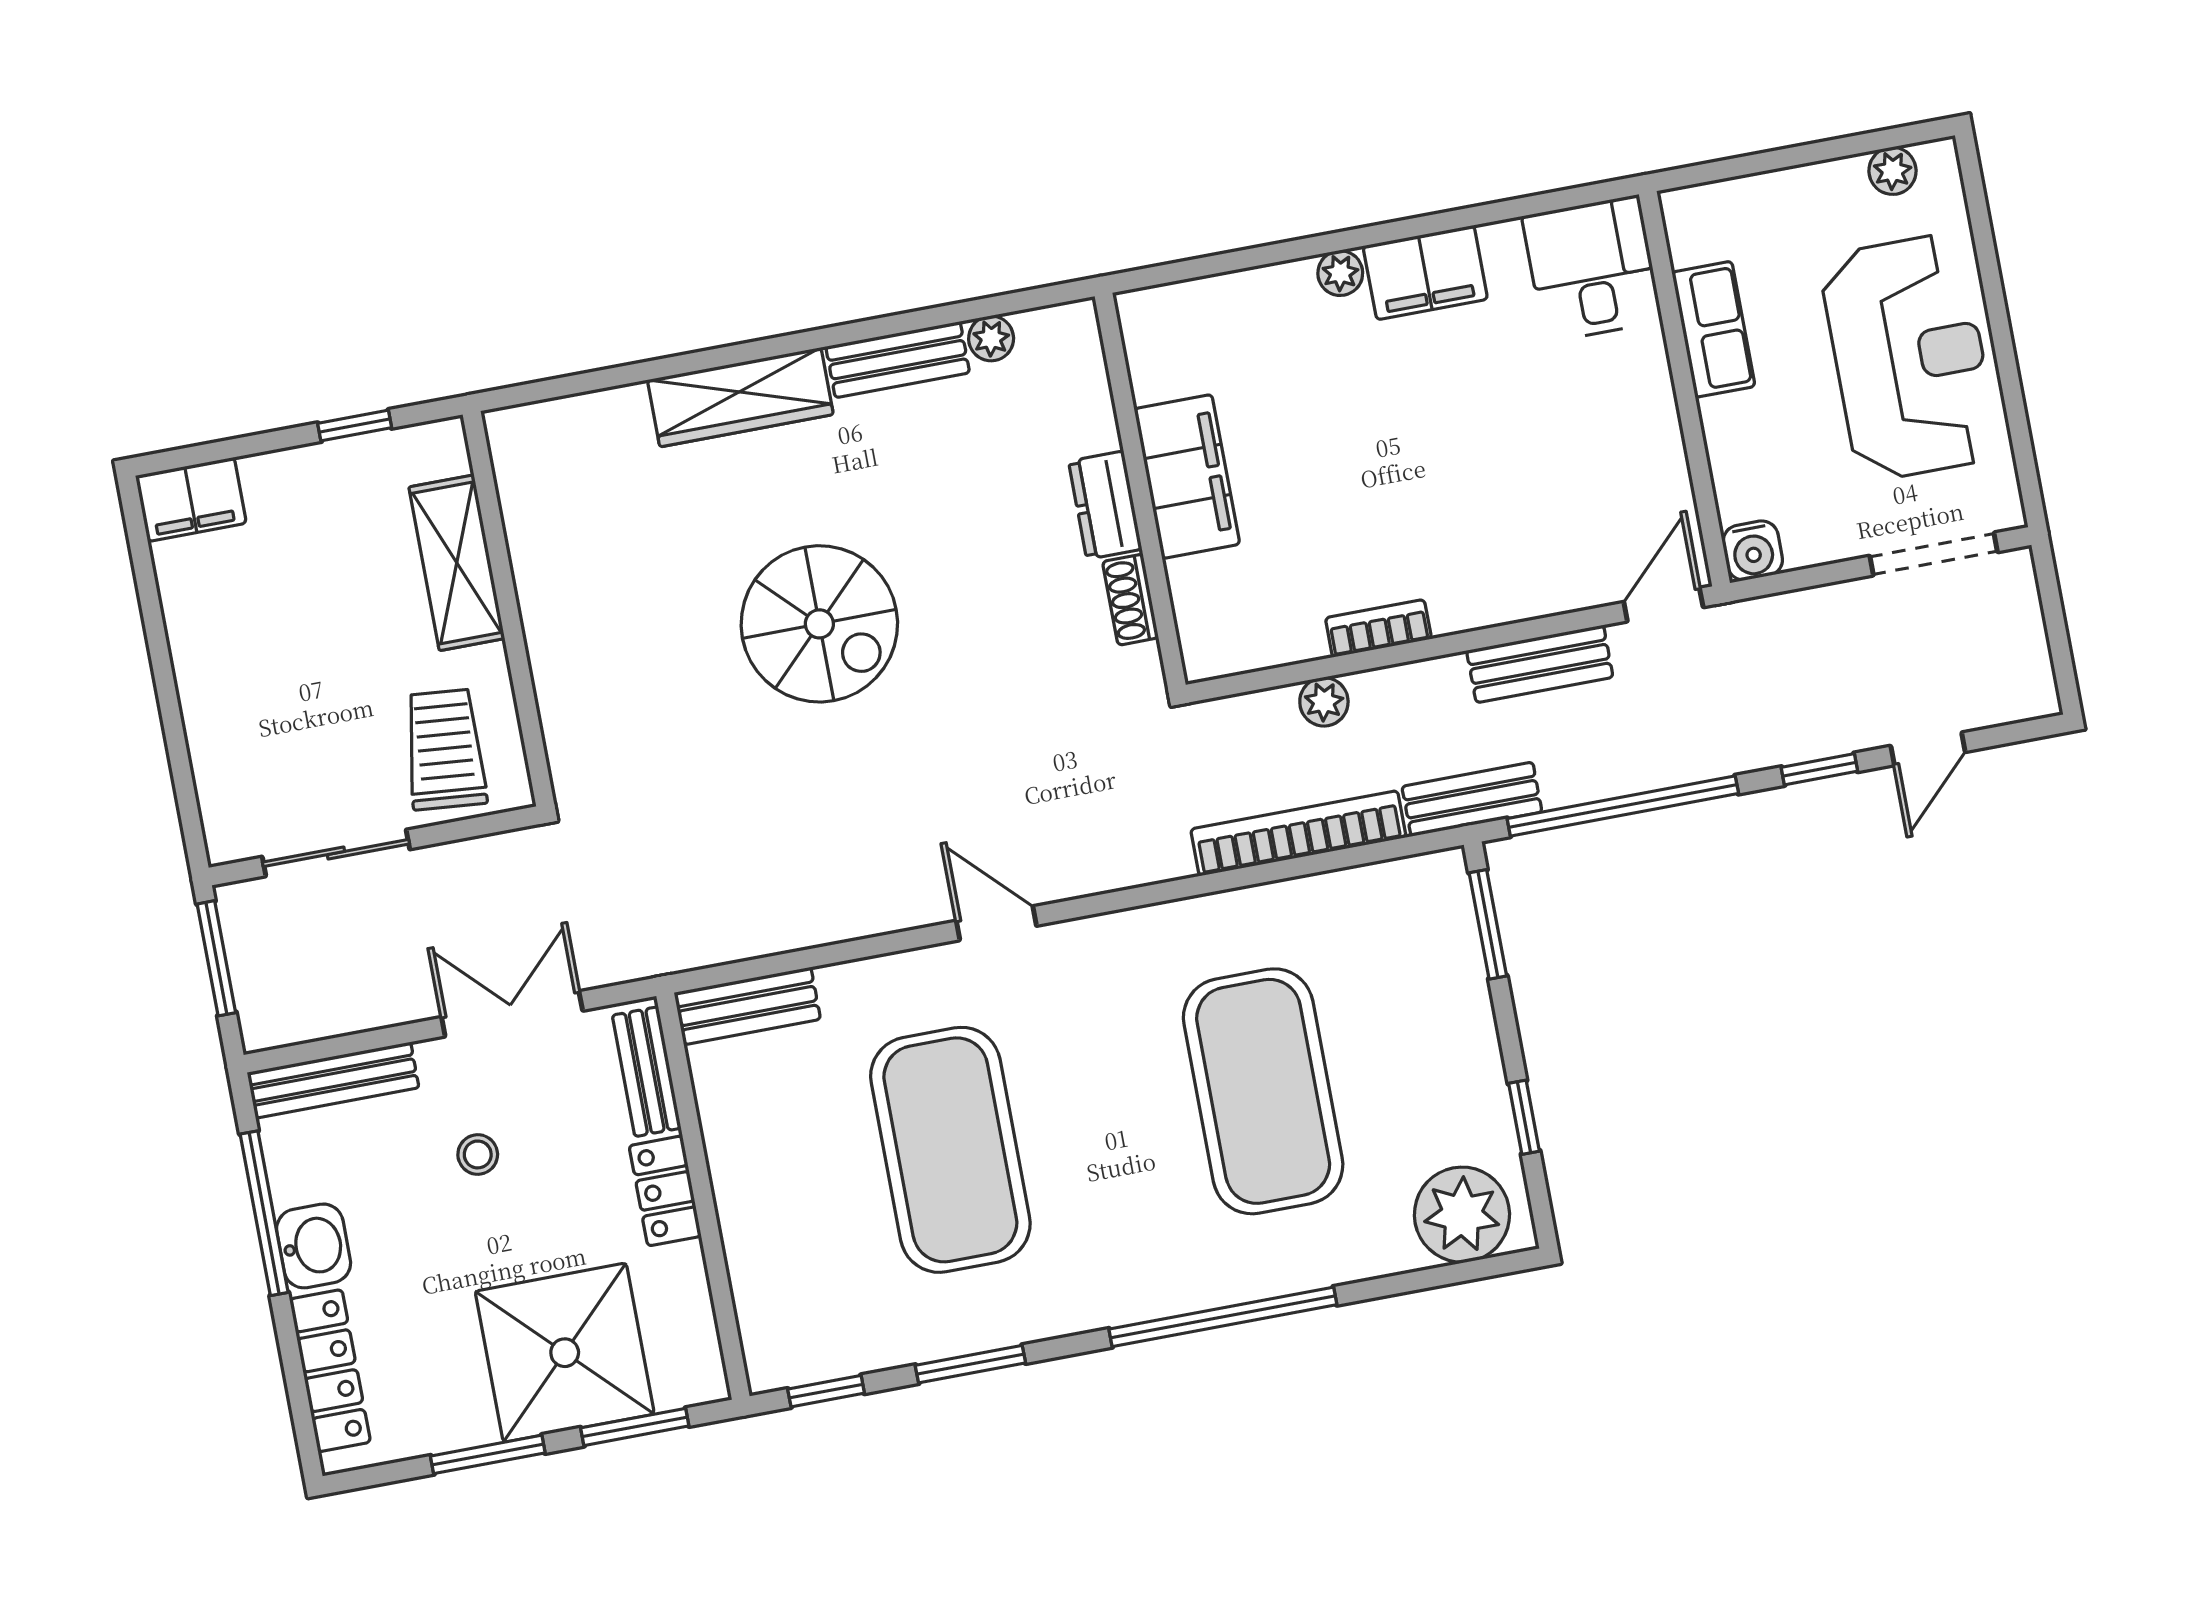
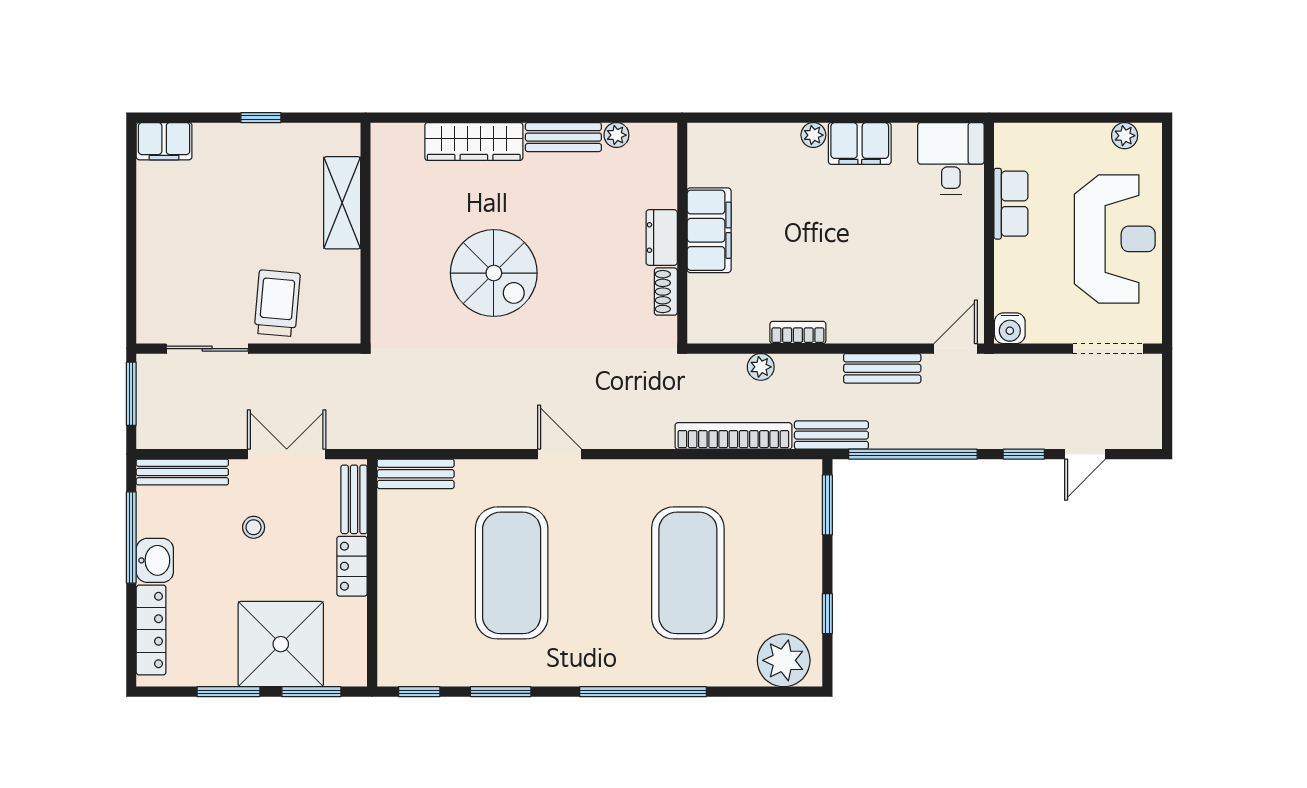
shelving: (457, 563) -> (342, 203), moved
wall: (508, 609) -> (365, 233), moved

